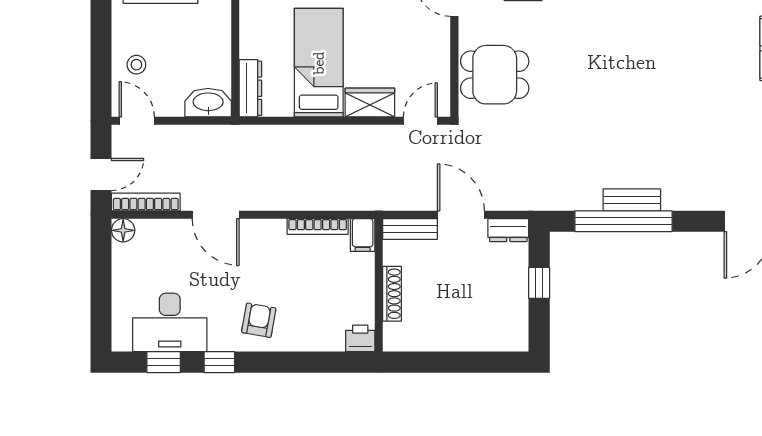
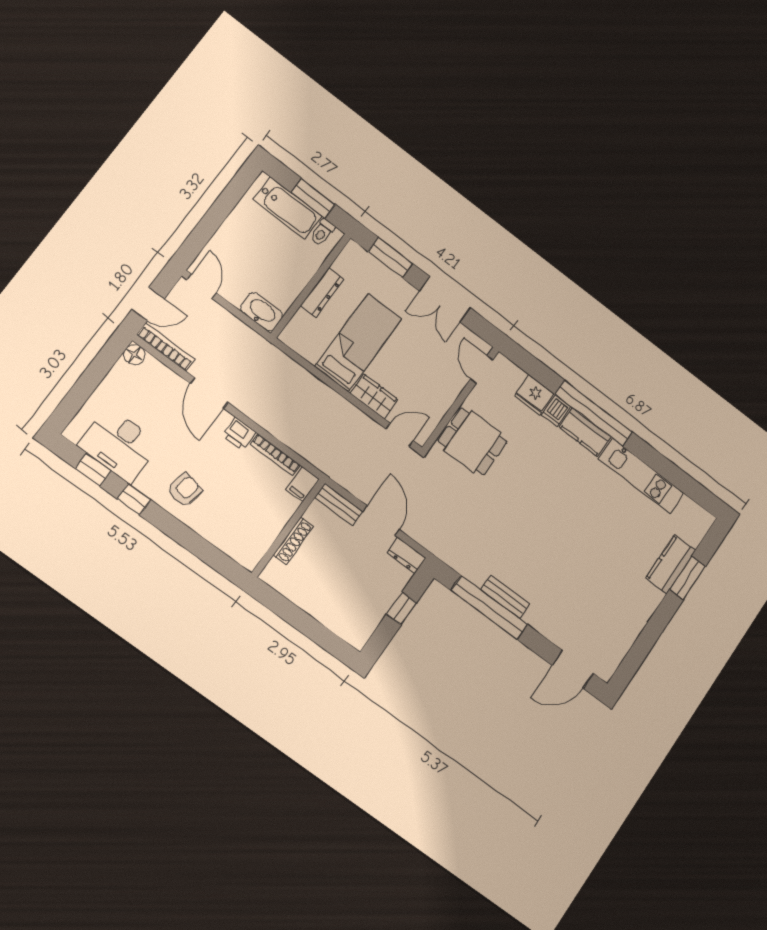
stool: (136, 65) -> (231, 248), removed
dresser: (250, 88) -> (322, 292), moved
printer: (360, 338) -> (239, 434), moved, turned 180

